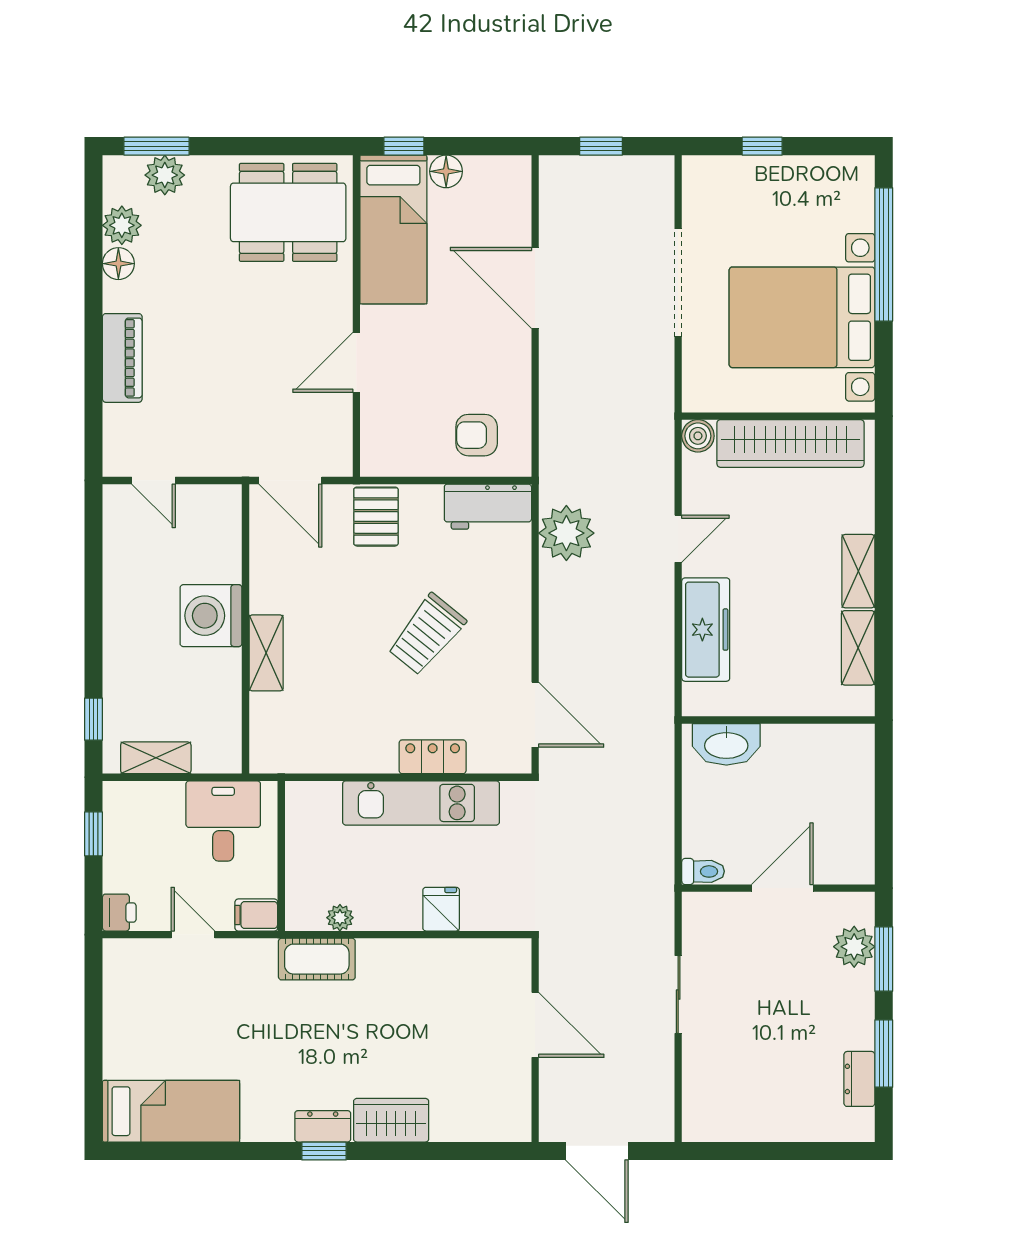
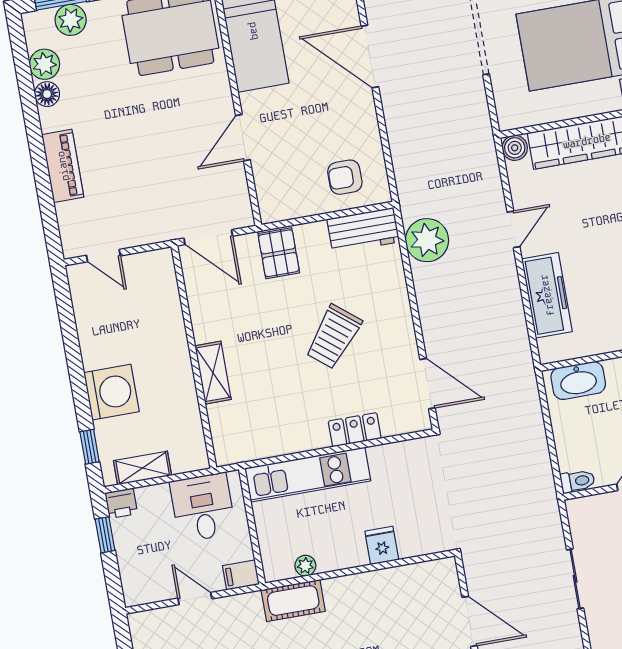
washing machine: (211, 616) -> (111, 392), moved, turned 180
kitchen unit: (421, 803) -> (308, 475), moved
printer: (119, 913) -> (121, 503), moved, turned 90

